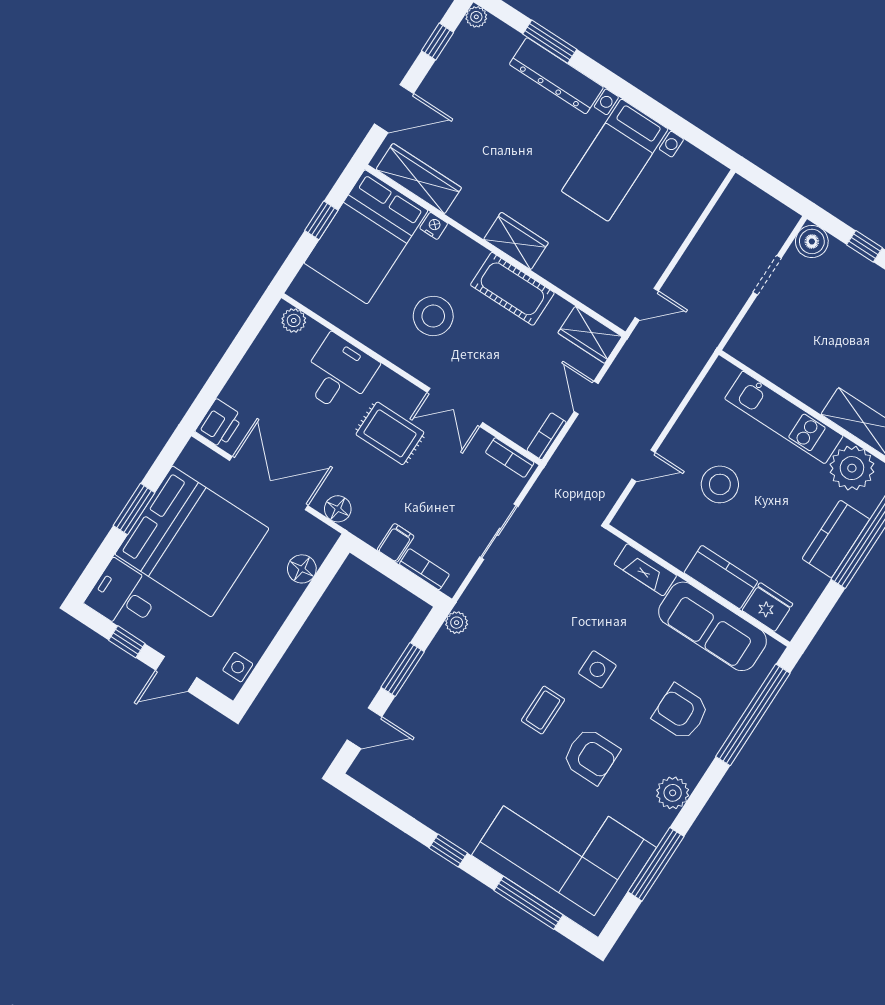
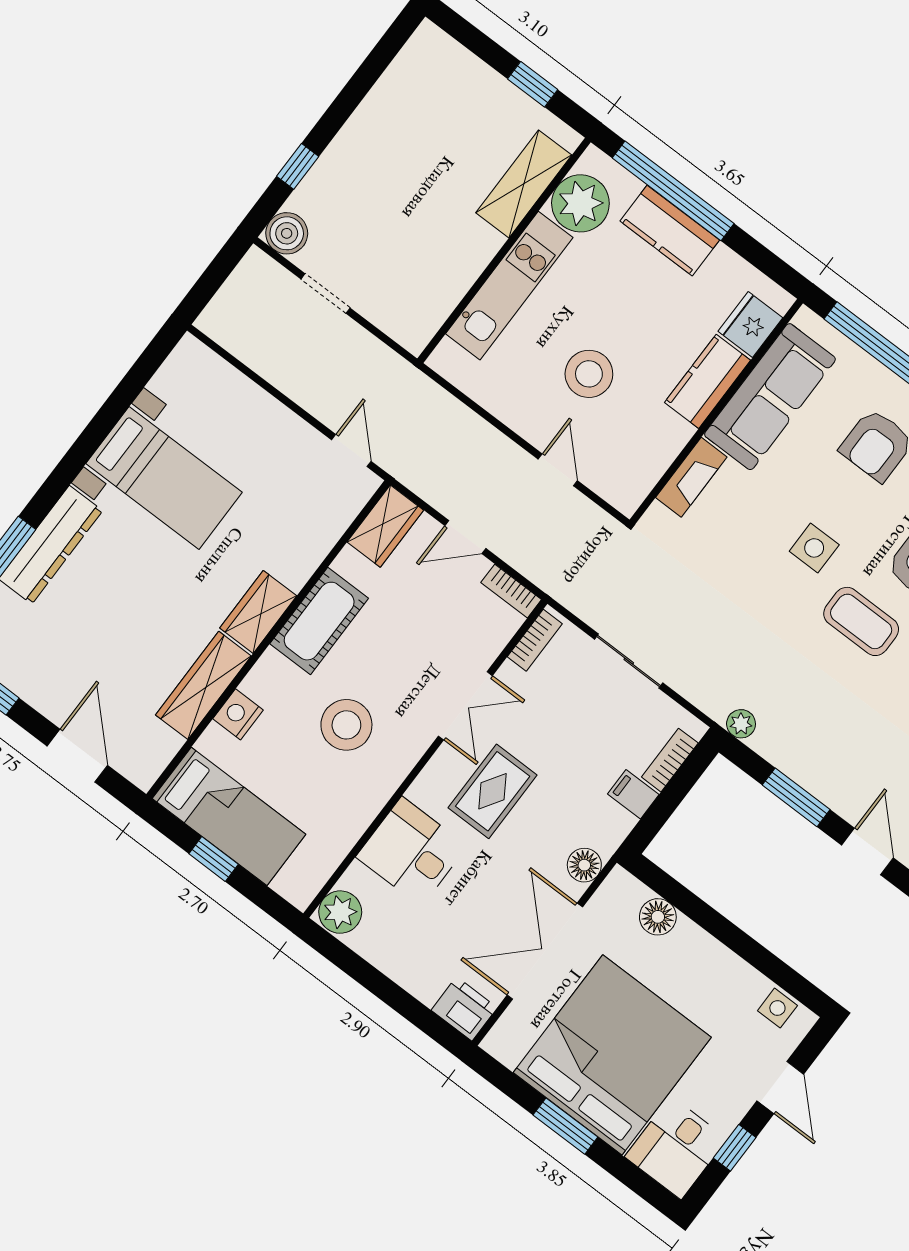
wardrobe: (419, 179) -> (203, 685), moved
nightstand: (434, 226) -> (238, 714), width x1.39, depth x1.35
bed: (366, 237) -> (229, 816), width x0.67
plant: (294, 320) -> (340, 912), width x1.38, depth x1.38
coffee table: (543, 710) -> (861, 621), width x1.36, depth x1.30

